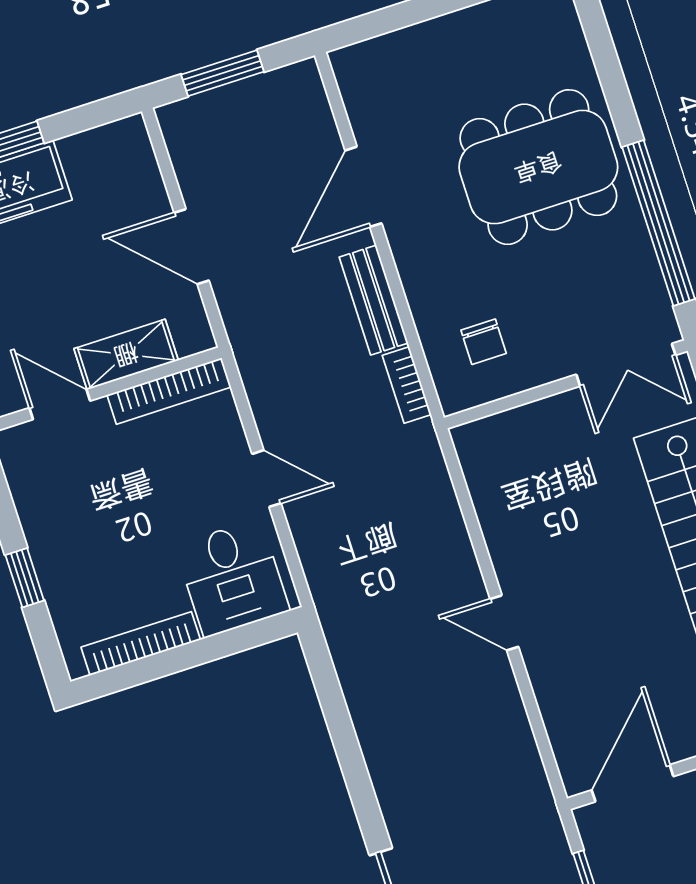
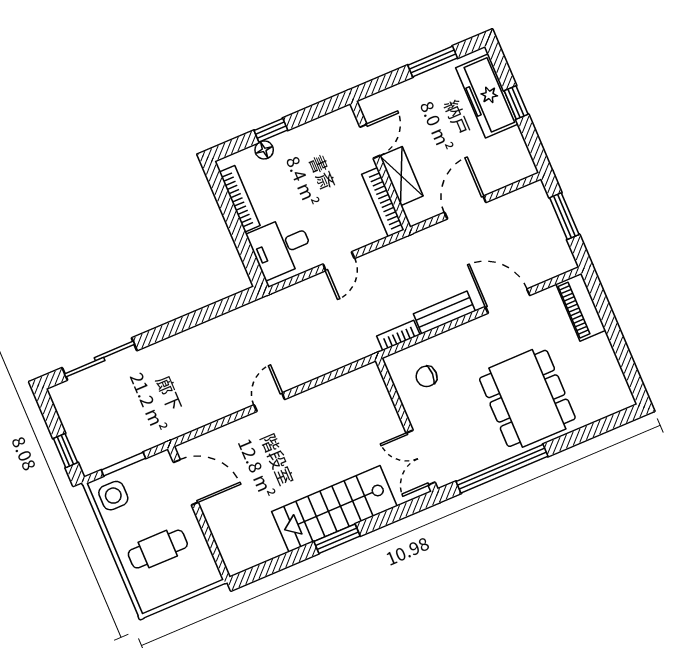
piano: (386, 58) -> (581, 307), added
floor lamp: (58, 593) -> (264, 150), added

